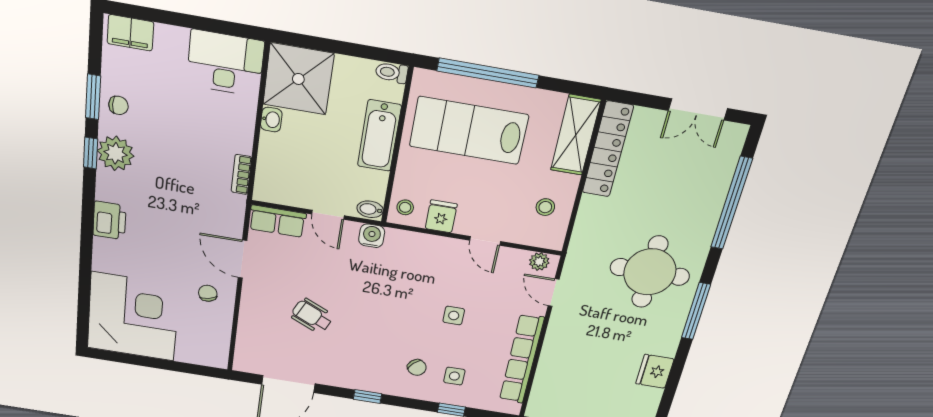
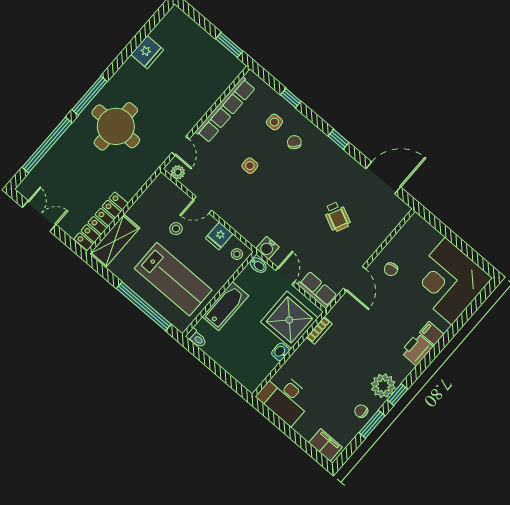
shower: (298, 79) -> (289, 320), moved
stool: (545, 207) -> (176, 229), moved
door: (485, 241) -> (202, 205), swing flipped
filing cabinet: (107, 249) -> (432, 333), added
window: (696, 311) -> (90, 96), moved

